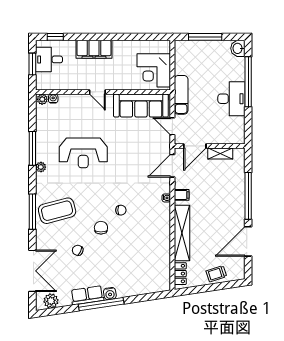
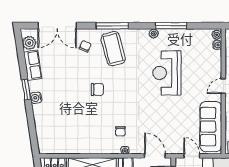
door: (172, 126) -> (192, 156), hinge flipped
chair: (121, 210) -> (120, 131), moved
chair: (78, 250) -> (85, 46), moved
row of seats: (87, 295) -> (33, 65), moved
window: (101, 304) -> (26, 90), width x0.47

